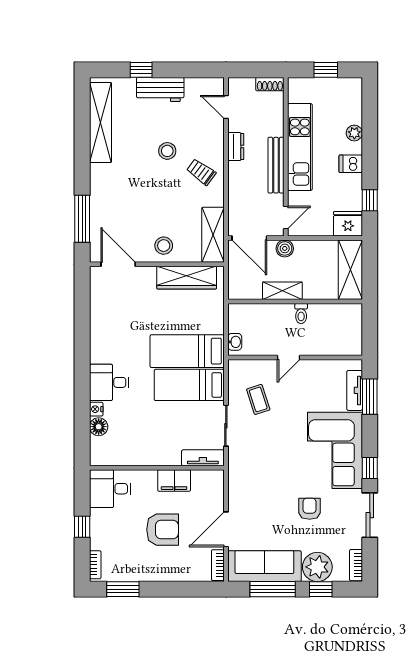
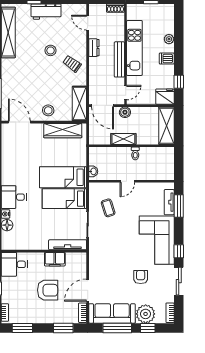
tv unit: (203, 458) -> (68, 245), width x1.41
window: (187, 589) -> (63, 328), added

